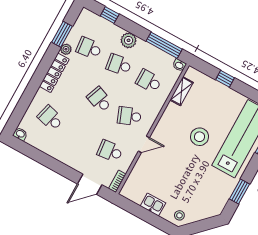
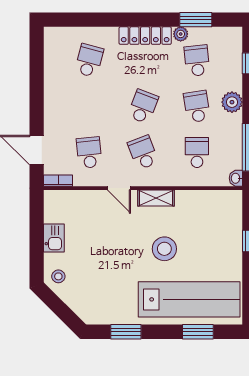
shelving: (182, 91) -> (156, 198), moved
washbasin: (20, 134) -> (51, 35), removed

